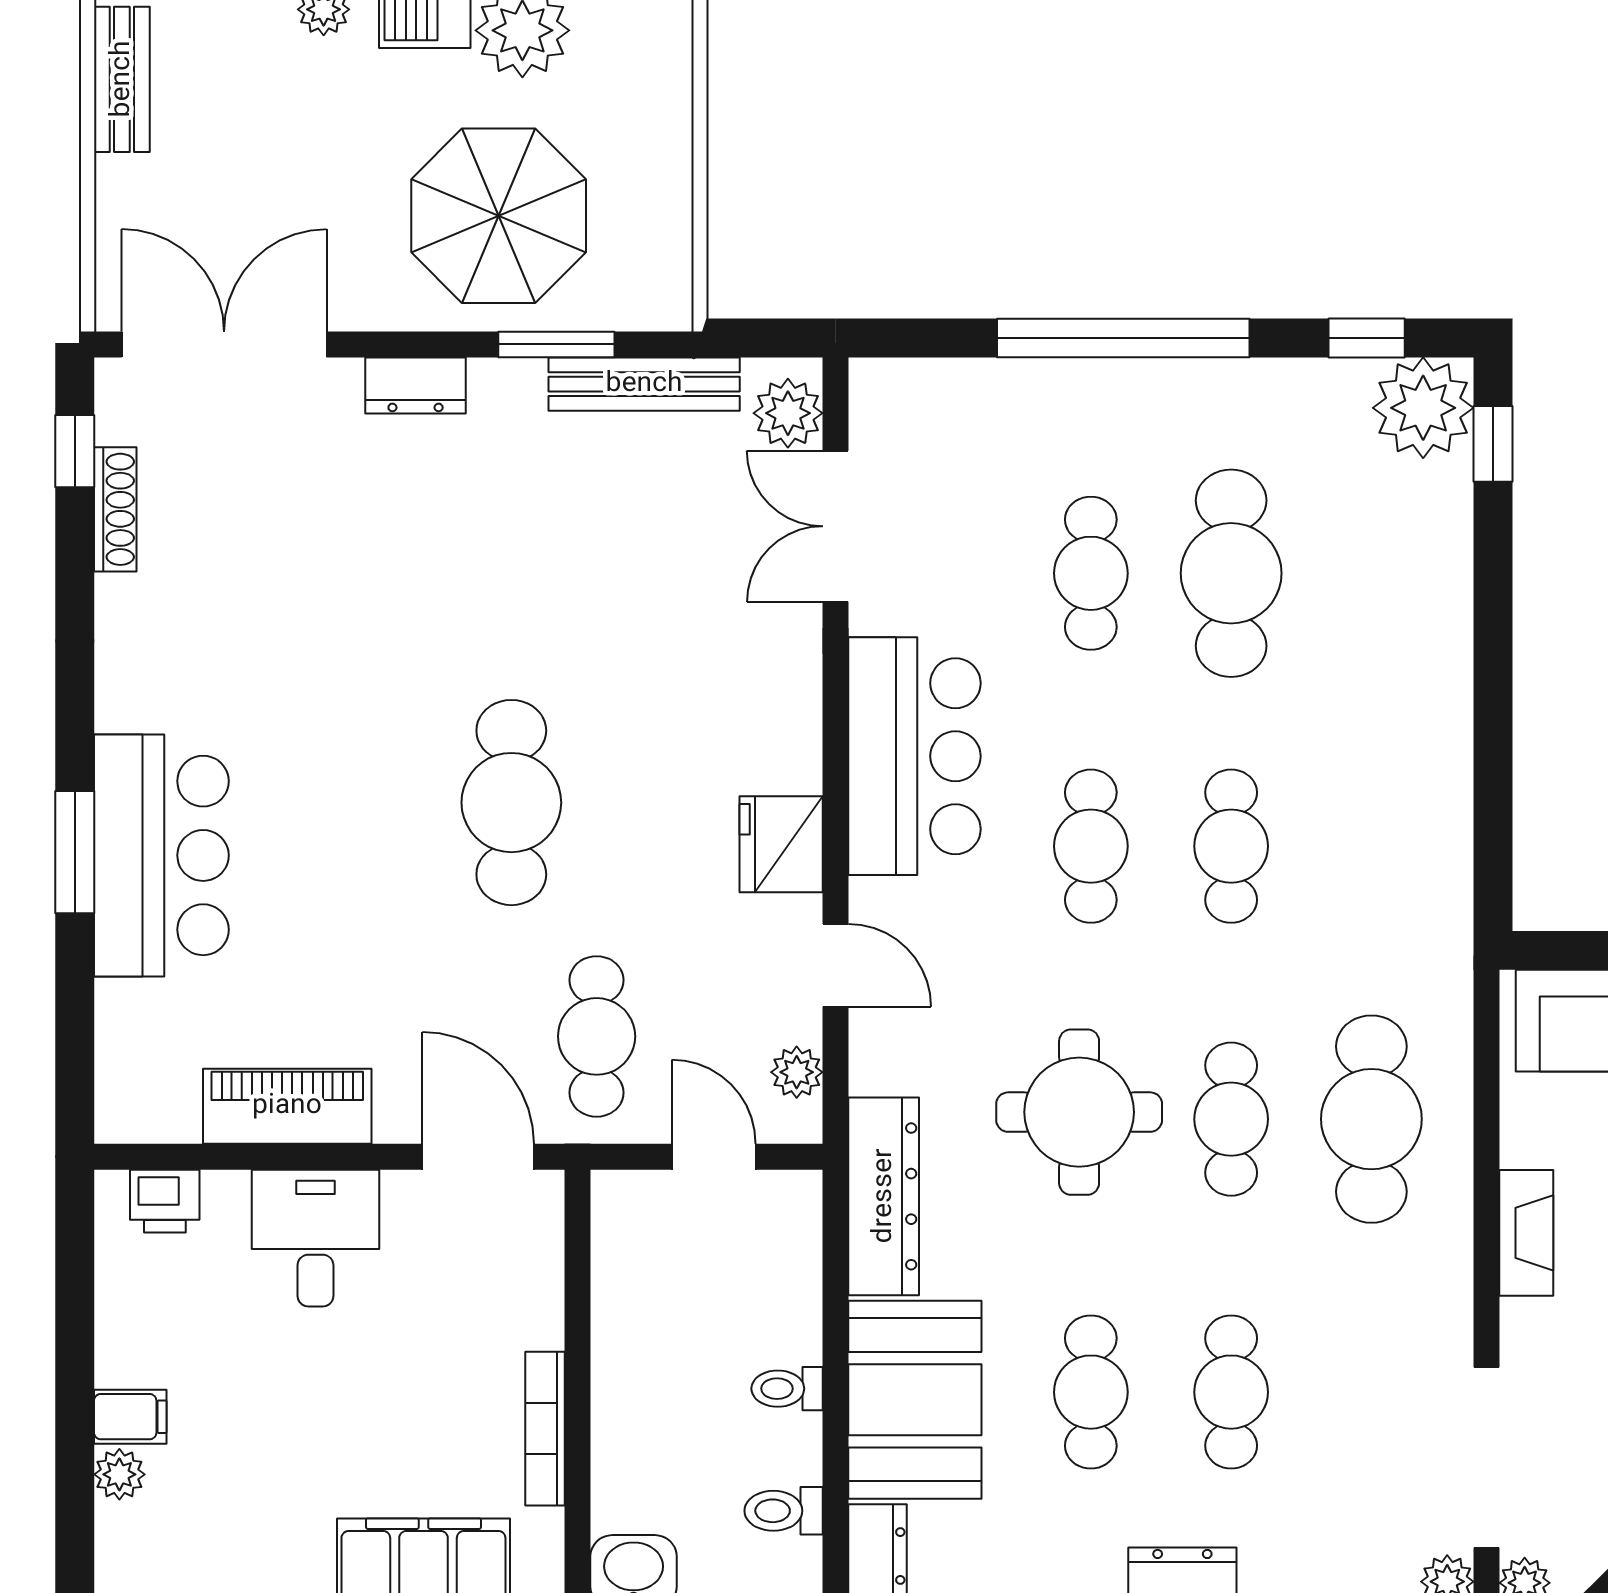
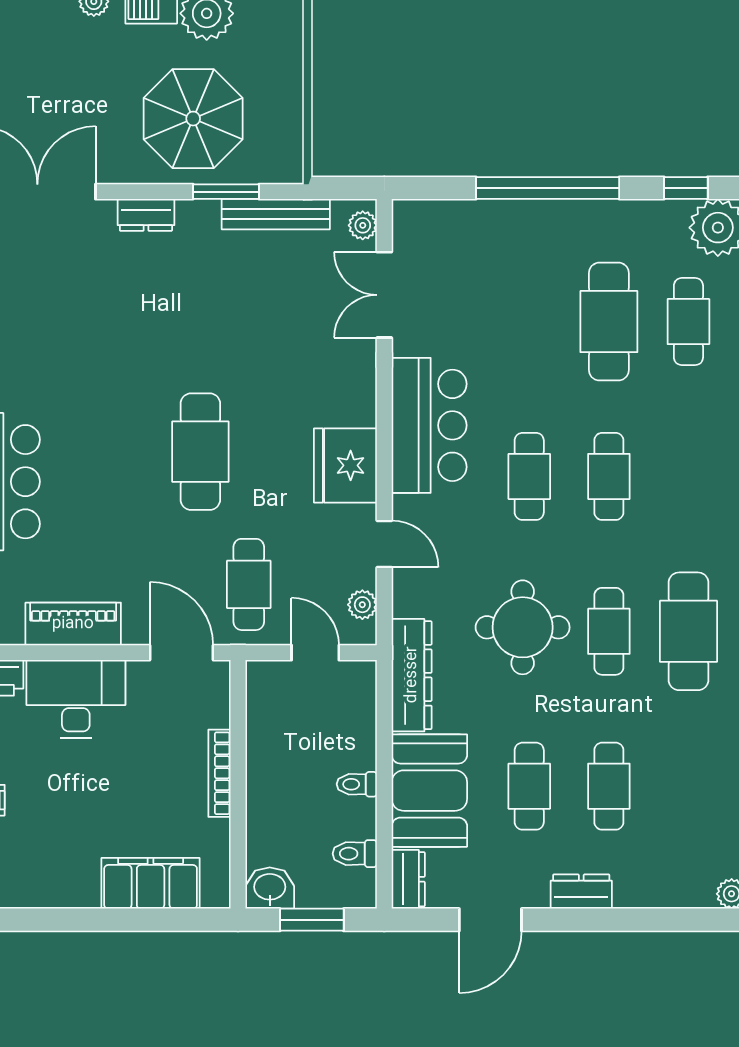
plant: (788, 413) -> (363, 225), width x0.73, depth x0.73
cafe table: (1091, 573) -> (688, 322), moved
fridge: (781, 844) -> (345, 465), width x1.36, depth x1.34
desk: (315, 1238) -> (76, 699), width x1.37
bookcase: (545, 1429) -> (219, 773), moved

